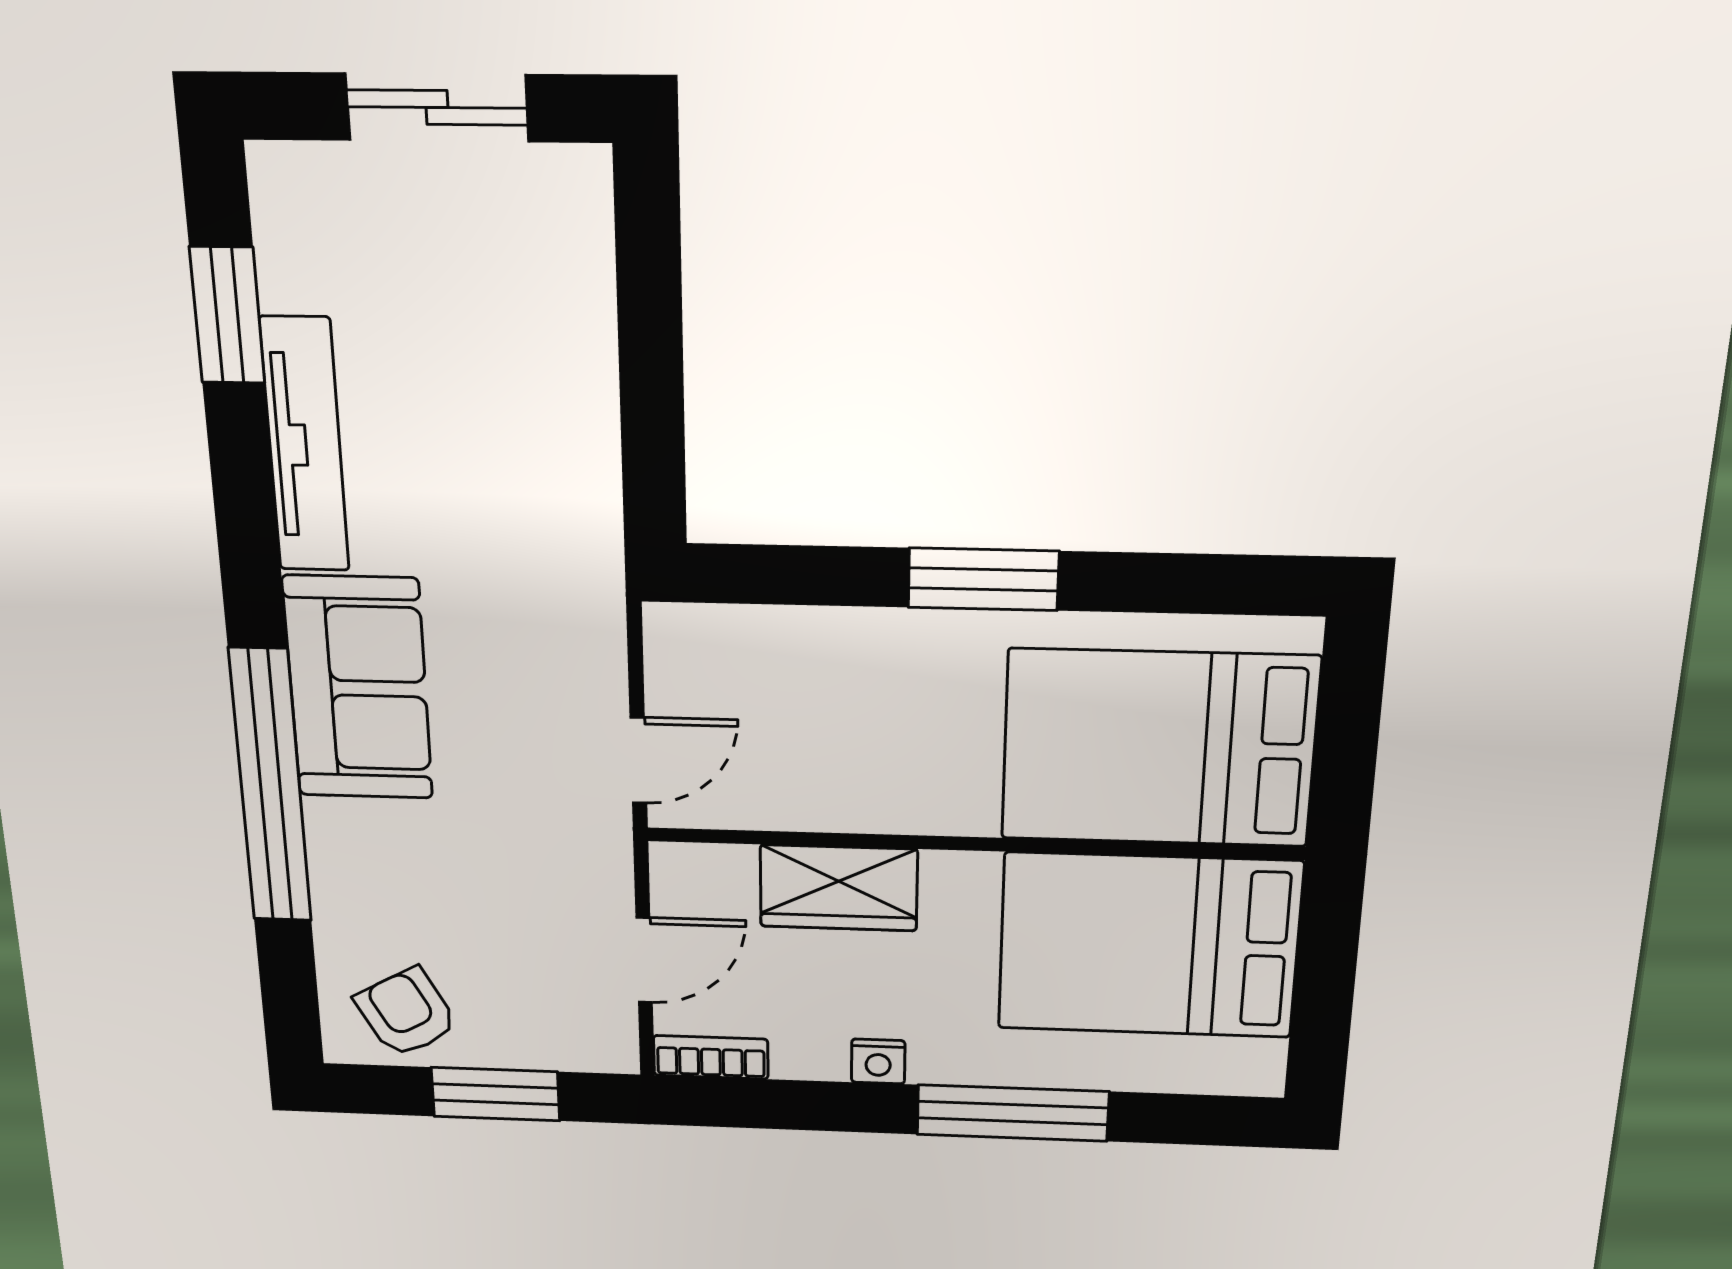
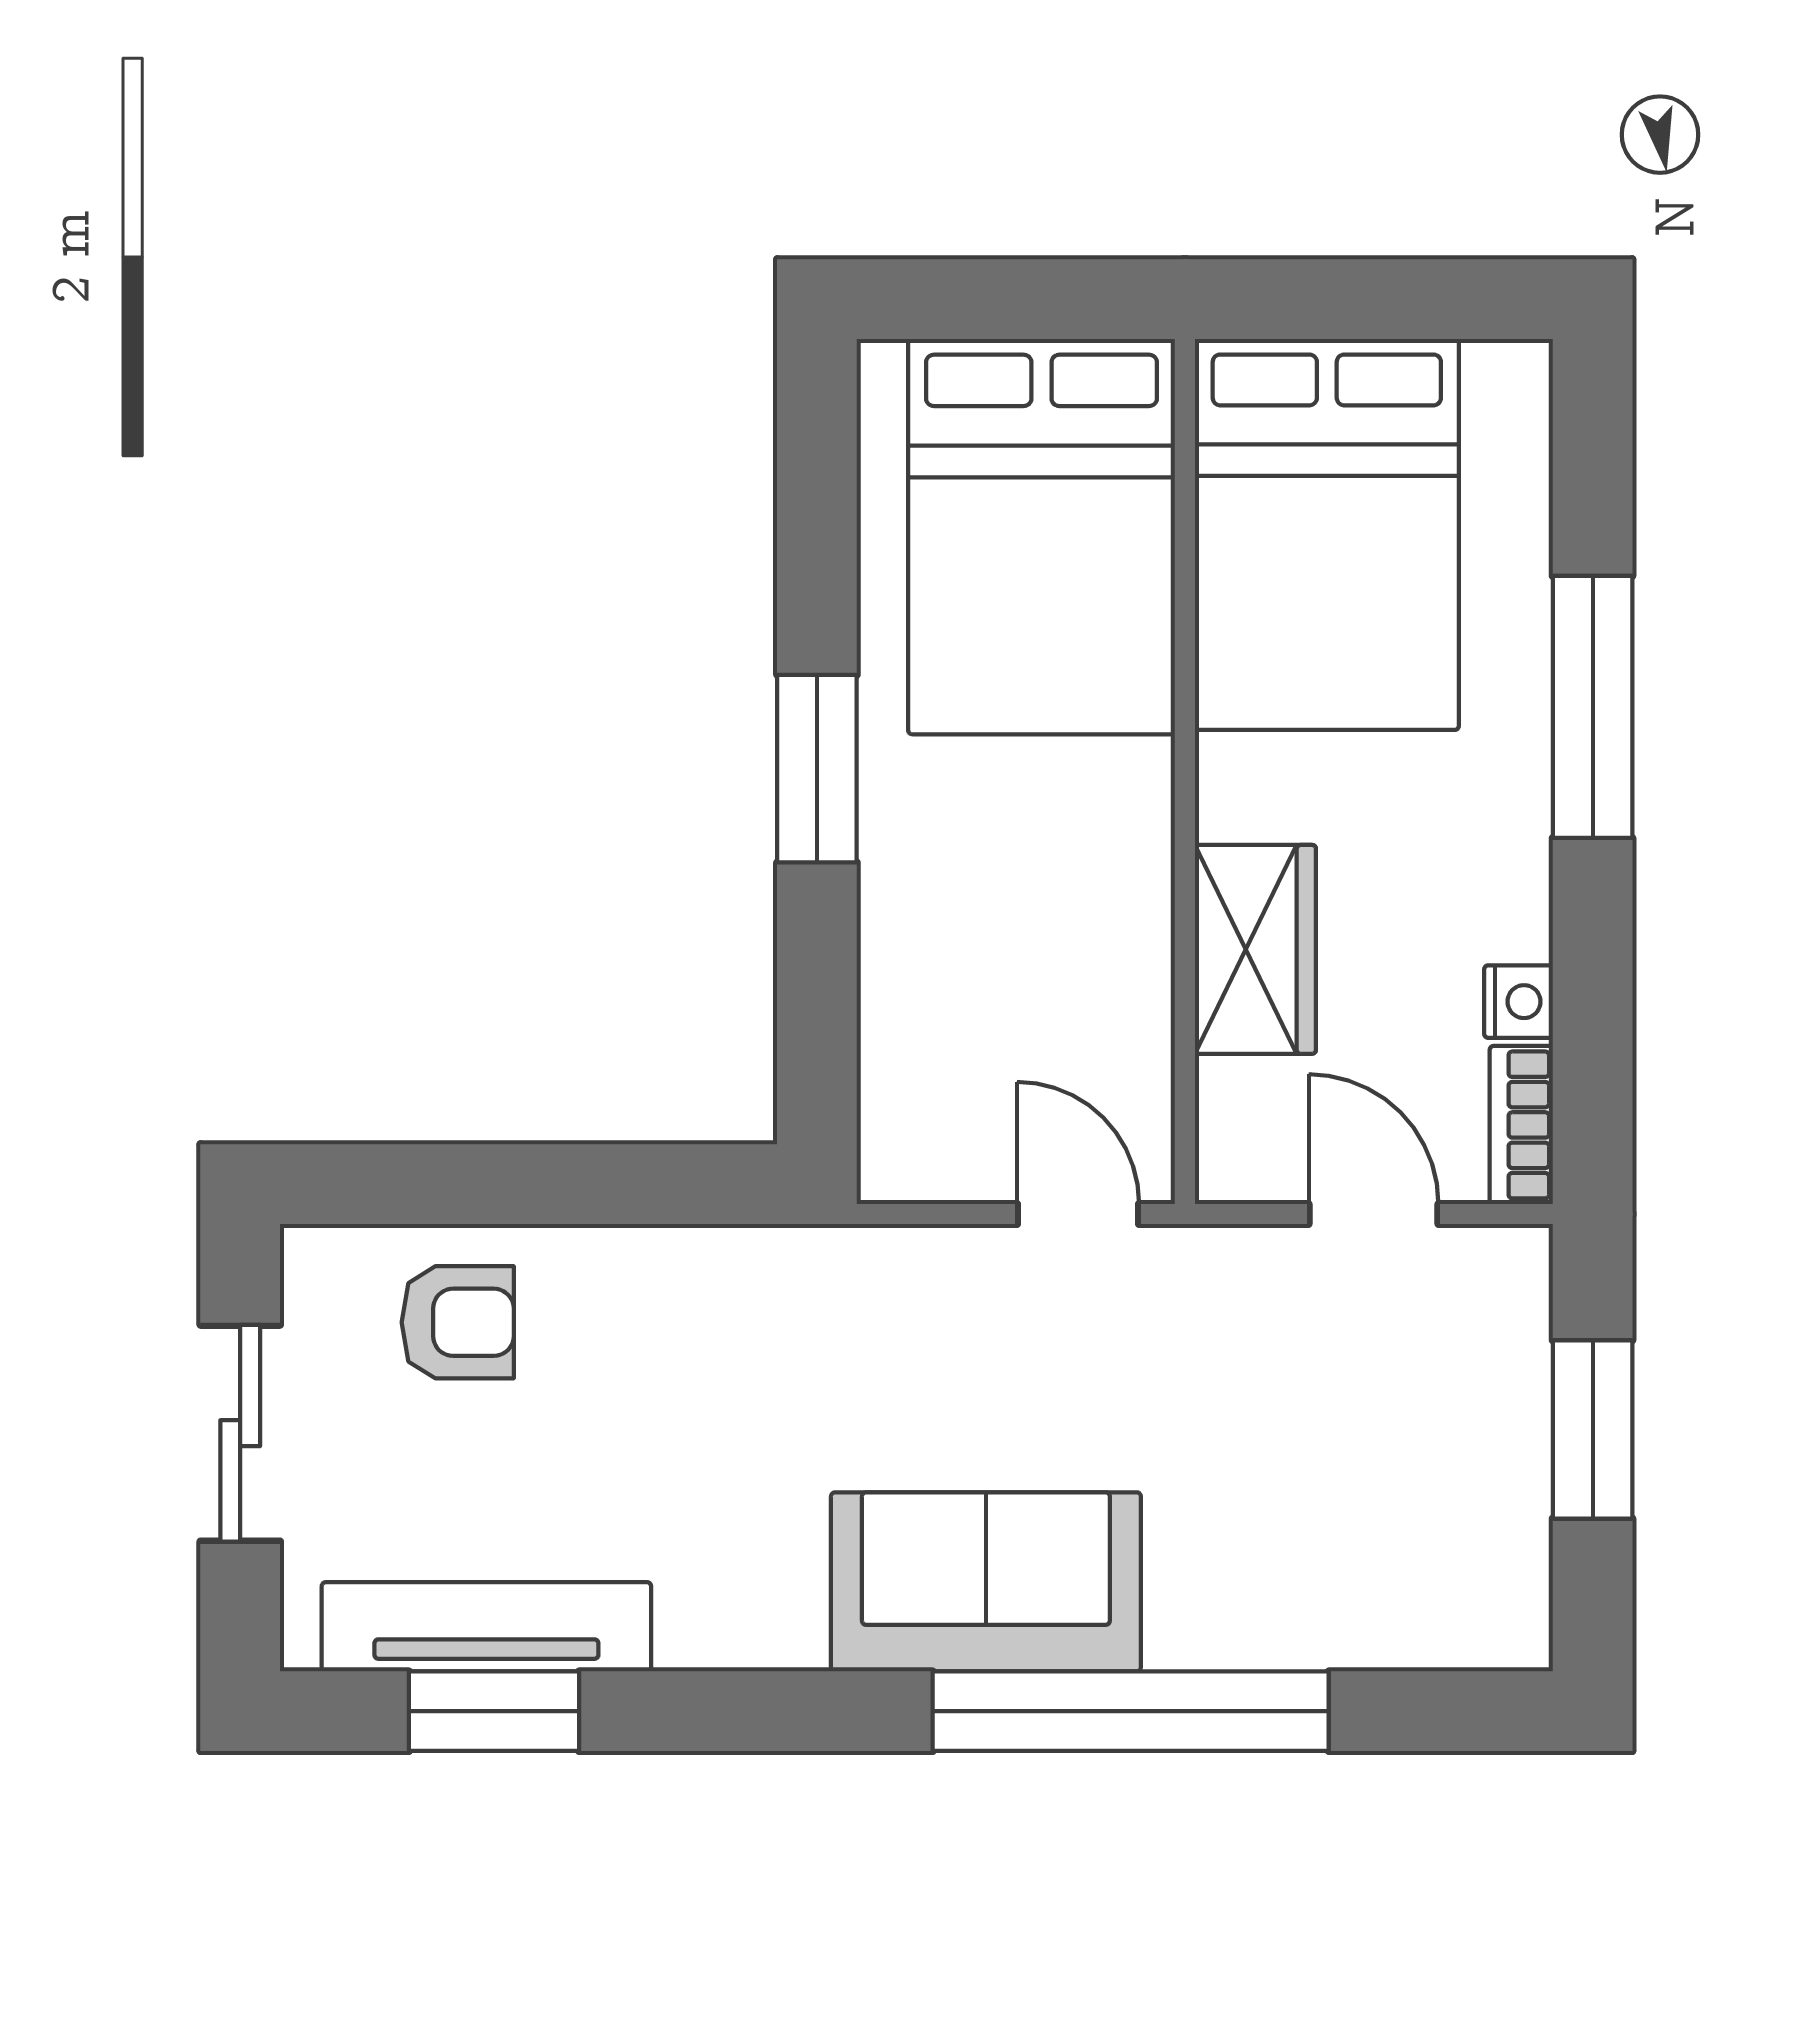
tv unit: (305, 445) -> (486, 1627), moved
armchair: (406, 1013) -> (458, 1322), moved, turned -151
nightstand: (878, 1061) -> (1519, 1002), moved

